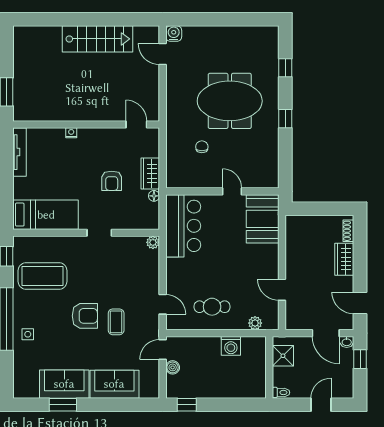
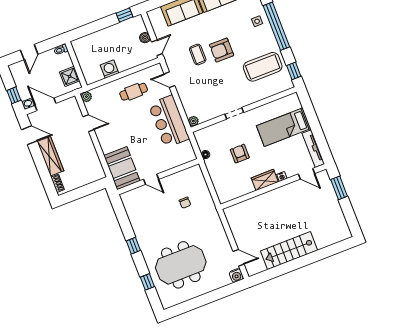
meeting table: (230, 101) -> (181, 265), moved
door: (136, 124) -> (307, 174), moved
wardrobe: (150, 173) -> (265, 180), moved, turned -90
bed: (46, 215) -> (284, 127), moved
bar counter: (183, 226) -> (169, 122), moved
wardrobe: (344, 259) -> (50, 156), width x1.50
plant: (255, 323) -> (86, 97), moved

